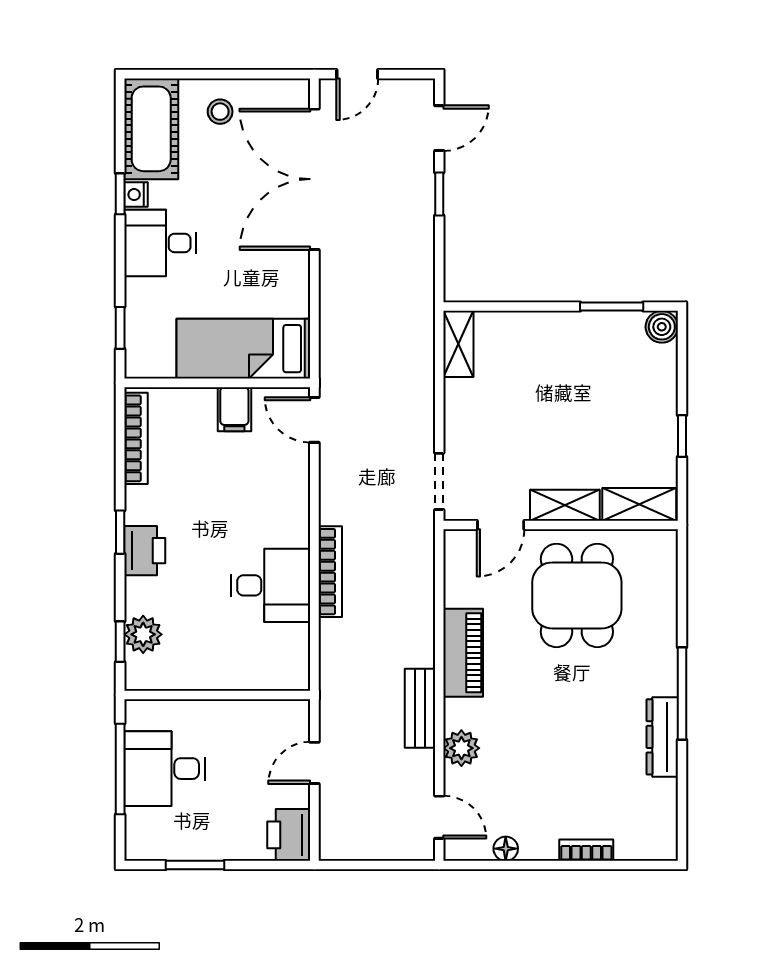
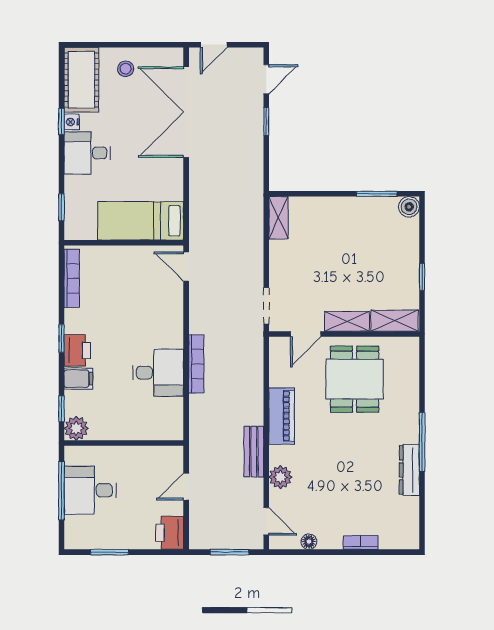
filing cabinet: (234, 409) -> (78, 379), moved, turned -90
plant: (143, 634) -> (76, 428), moved
window: (382, 865) -> (230, 552), added

